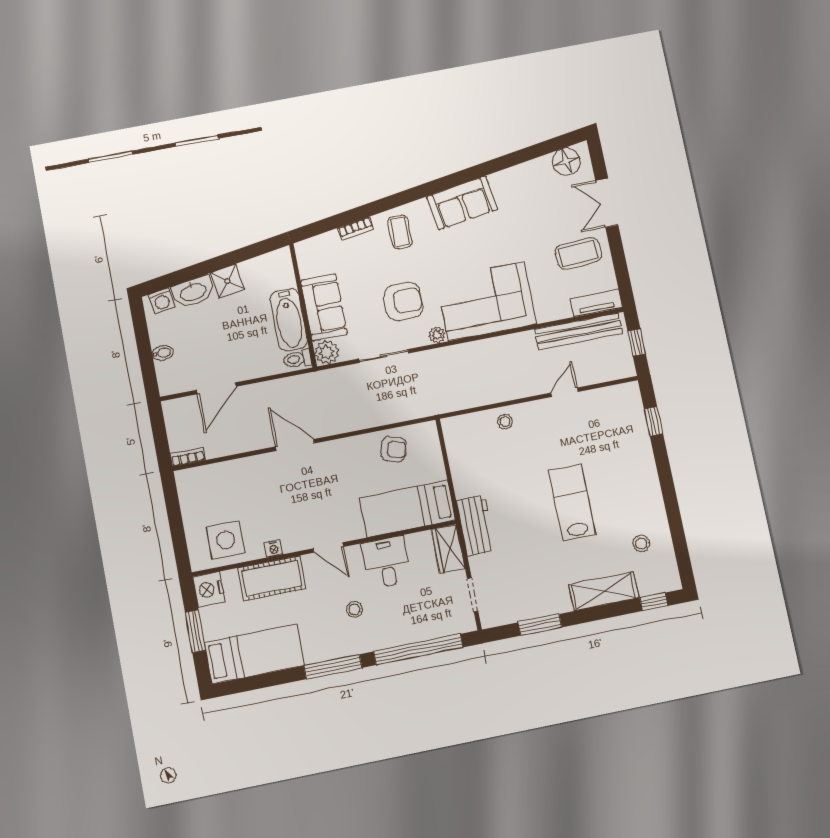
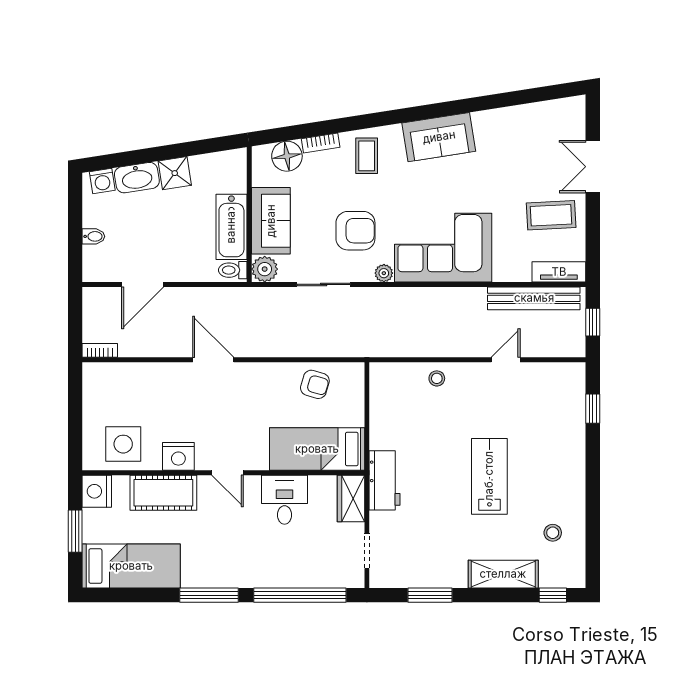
floor lamp: (566, 162) -> (287, 156), moved
nightstand: (274, 548) -> (178, 456), width x1.89, depth x1.79
stool: (354, 609) -> (242, 541), removed

